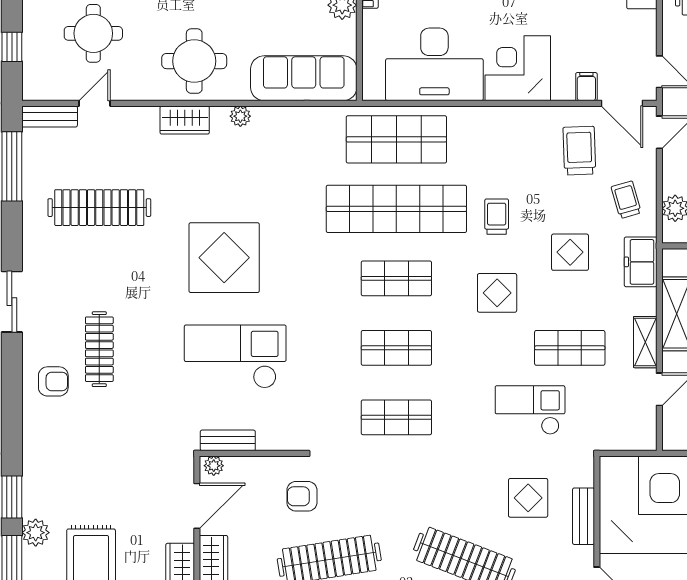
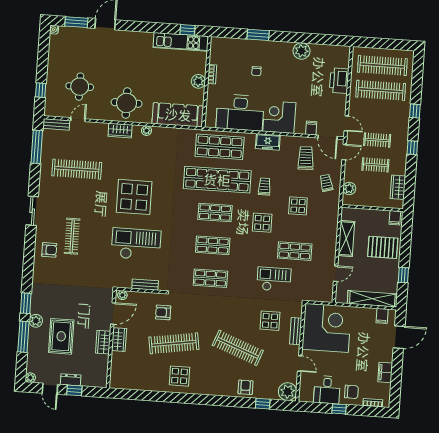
freezer: (641, 262) -> (268, 142), moved, turned -90
shelving: (645, 342) -> (331, 251), removed
bench: (228, 440) -> (145, 285), moved

